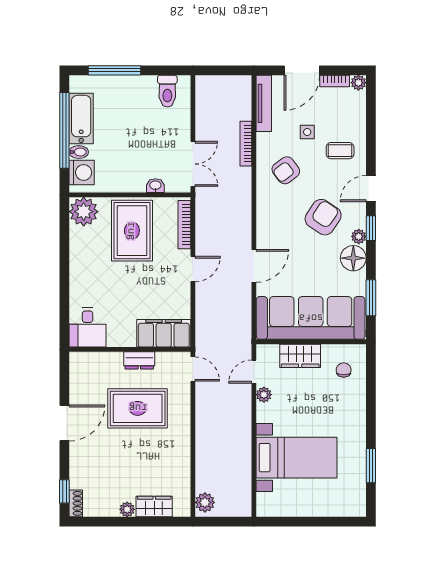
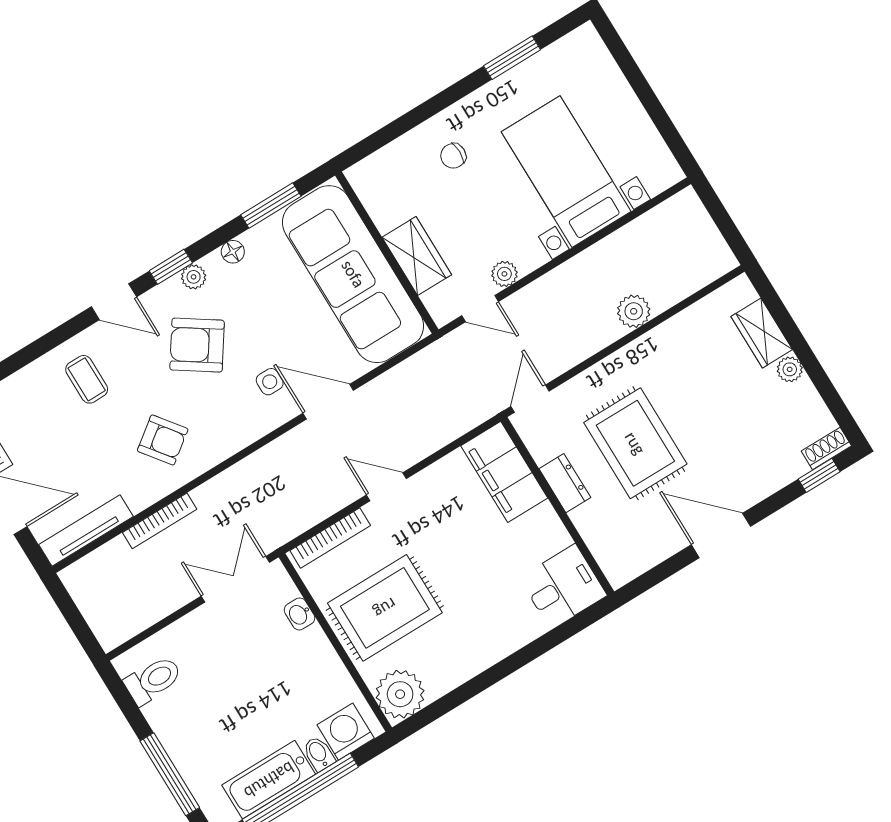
side table: (307, 132) -> (270, 382), moved
floor lamp: (353, 258) -> (233, 252), width x0.53, depth x0.53
chair: (344, 370) -> (453, 156), moved
plant: (205, 502) -> (634, 311), moved

